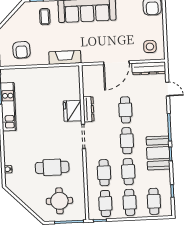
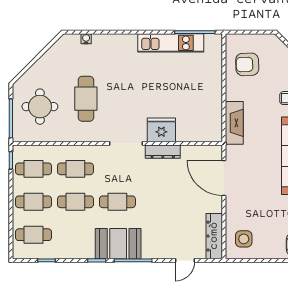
door: (116, 63) -> (224, 178), moved
cafe table: (125, 110) -> (159, 202), removed
booth: (158, 153) -> (118, 244), moved

